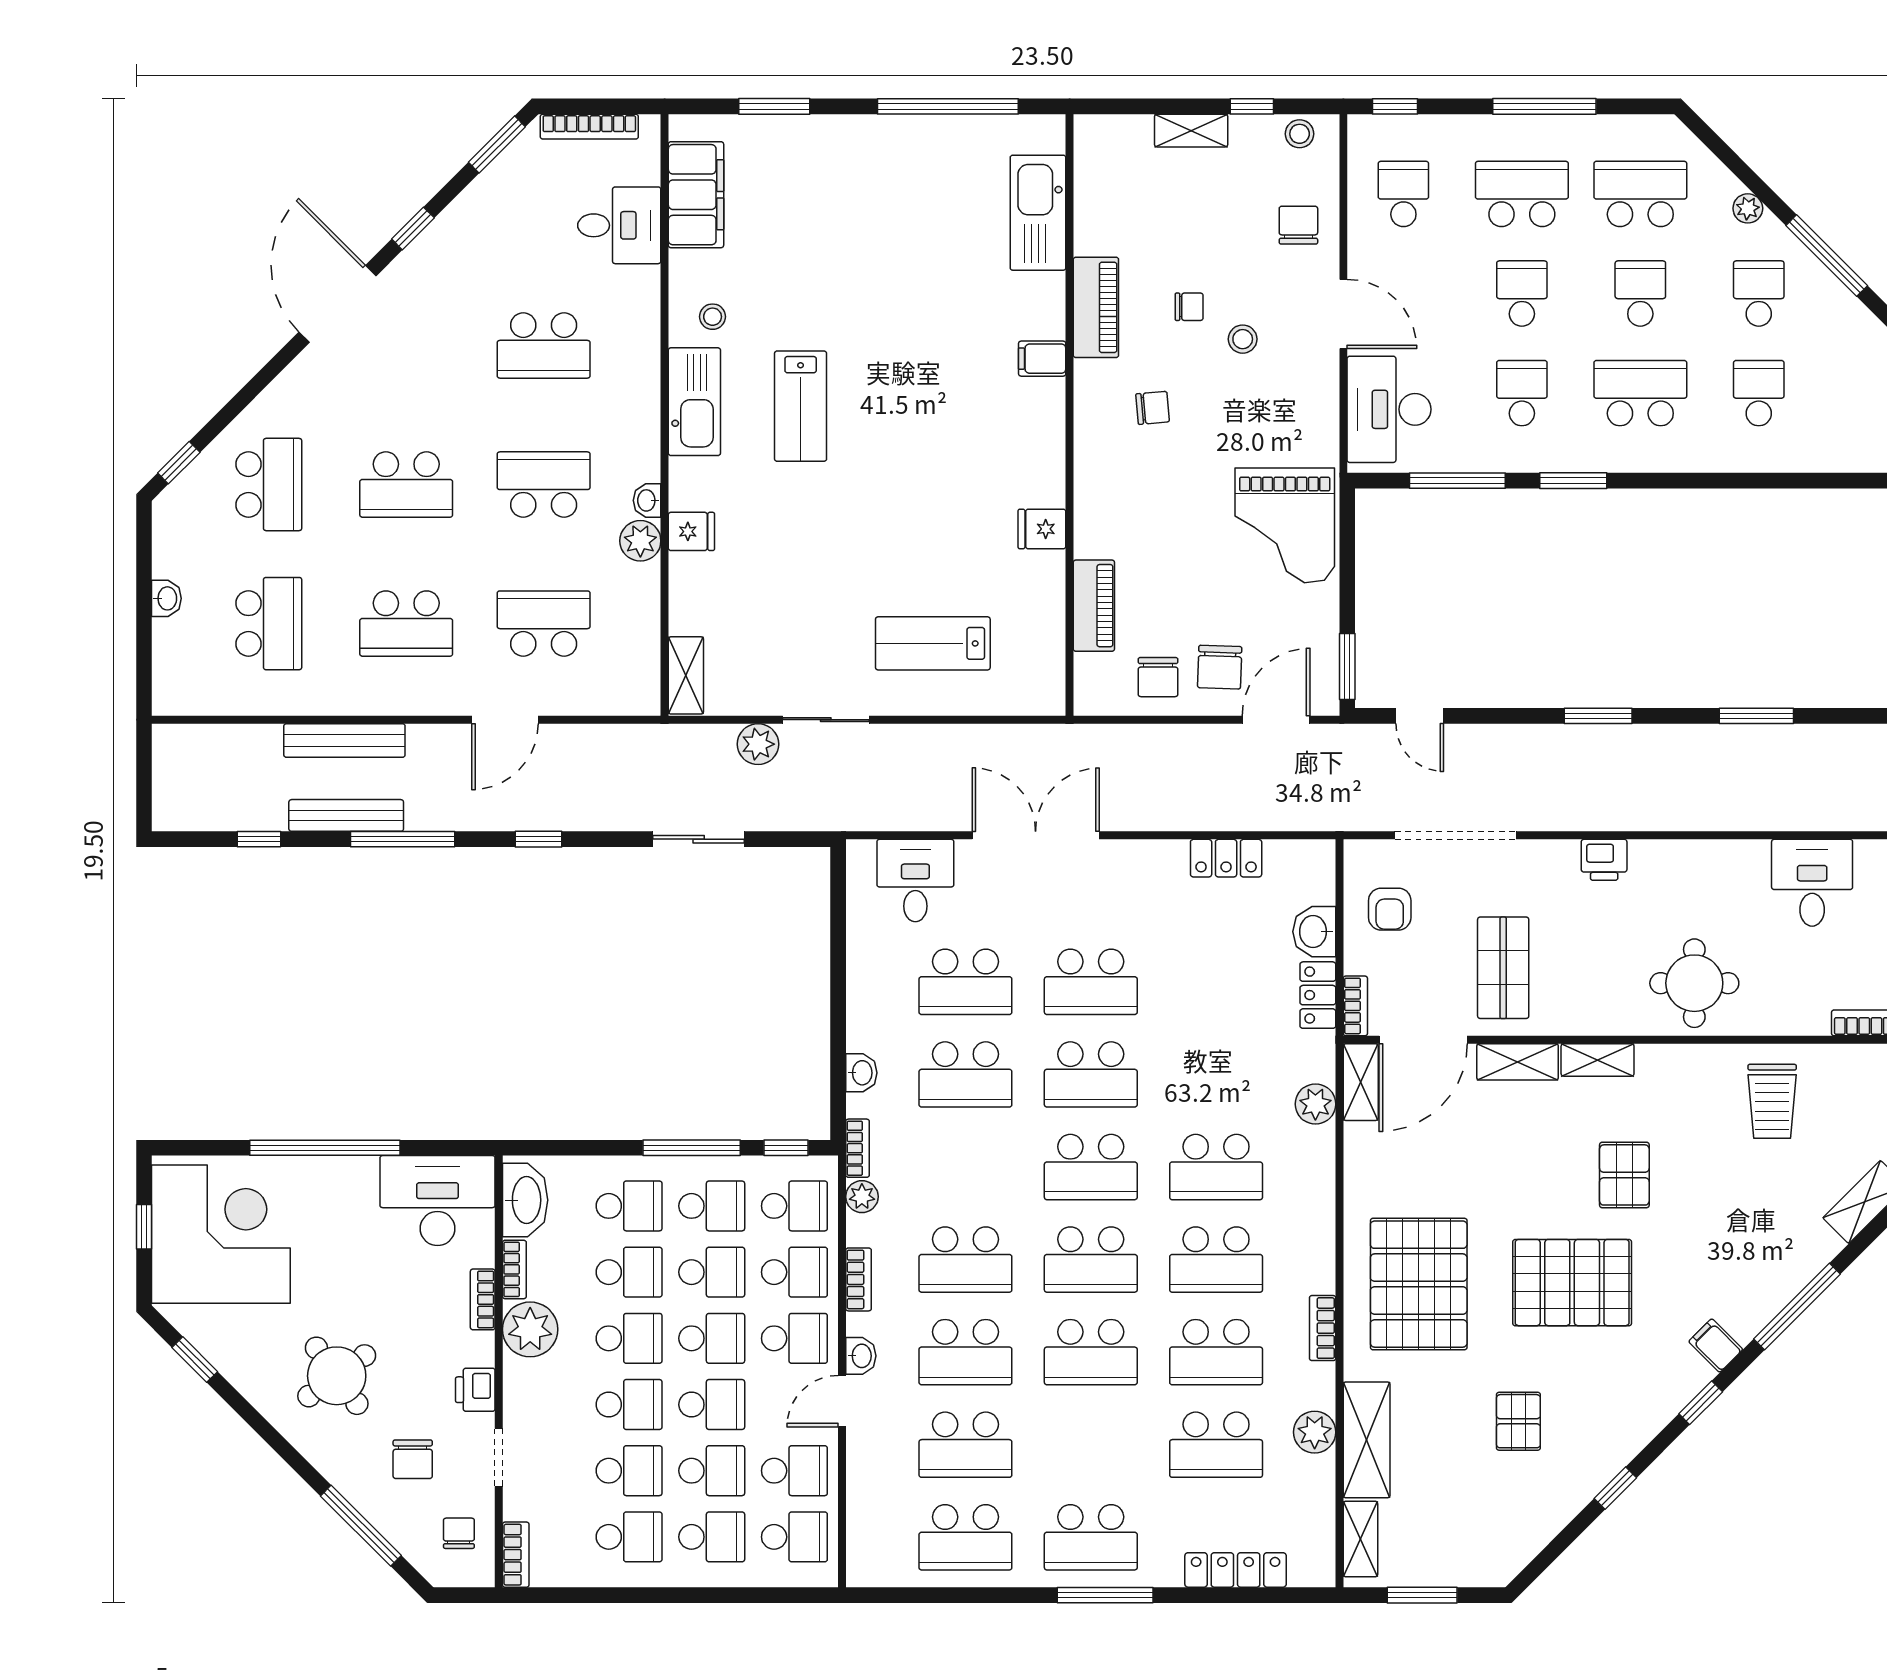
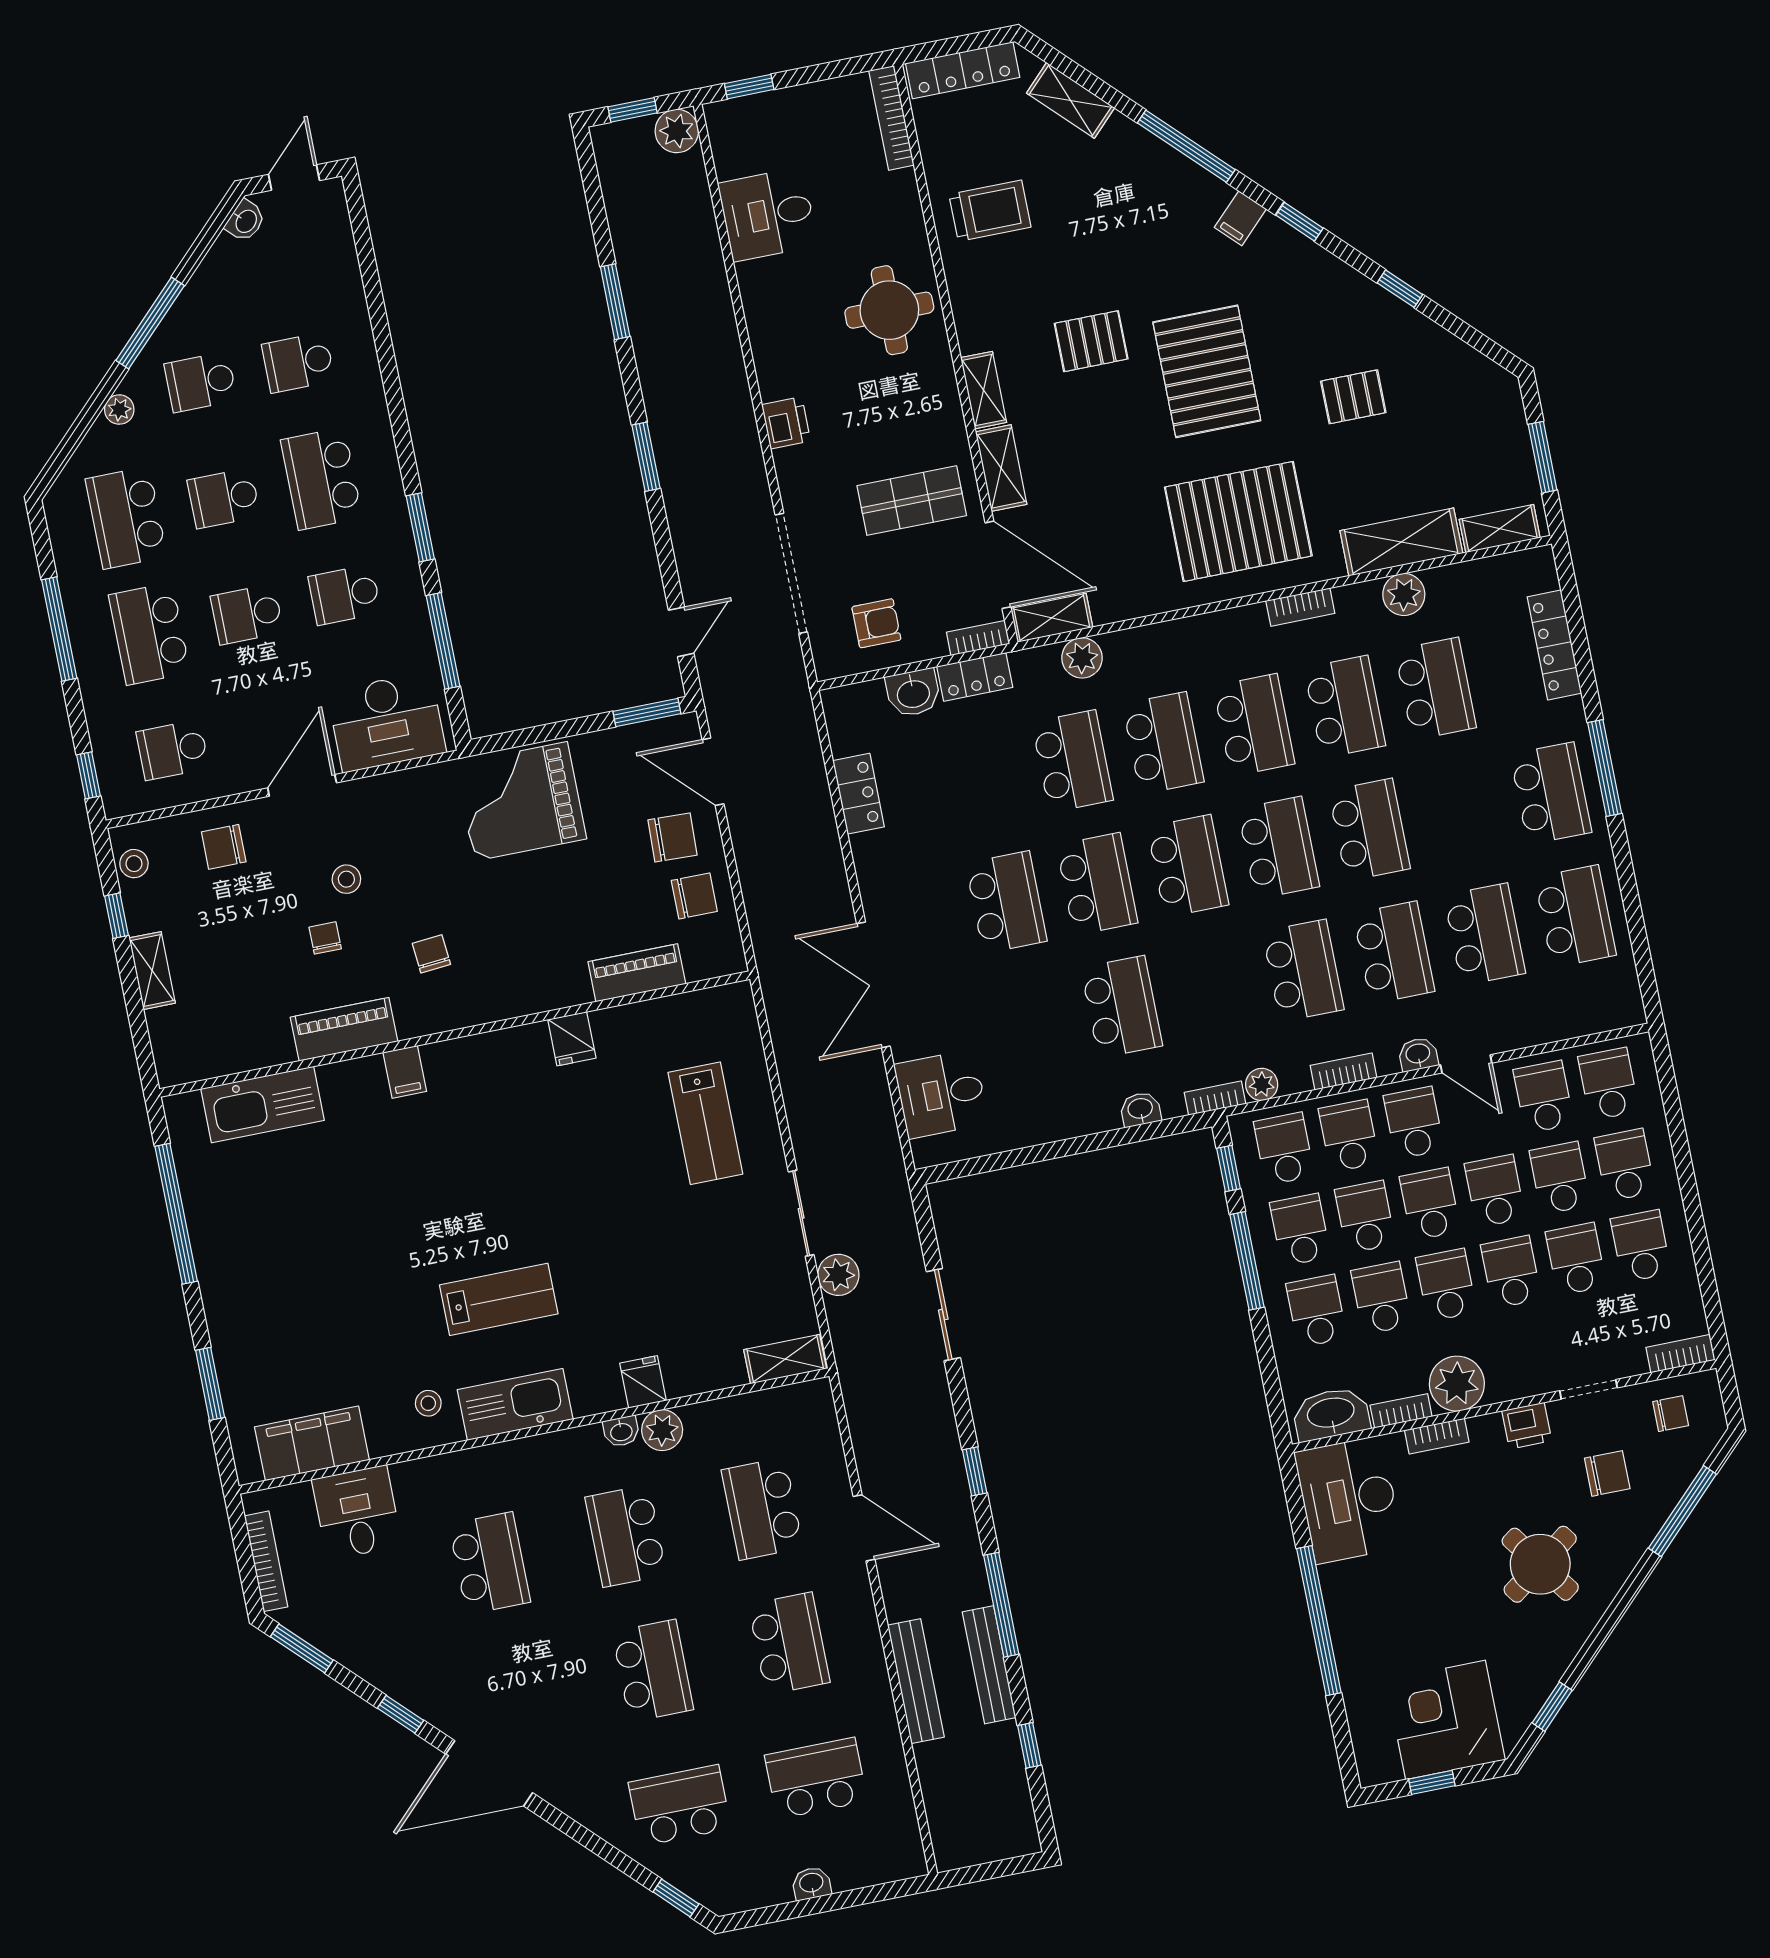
grand piano: (1285, 525) -> (521, 801), turned 180
school desk: (965, 982) -> (1073, 761), moved
corner desk: (221, 1234) -> (1446, 1720), width x0.74, depth x0.74
chair: (459, 1533) -> (1671, 1414), turned 180

